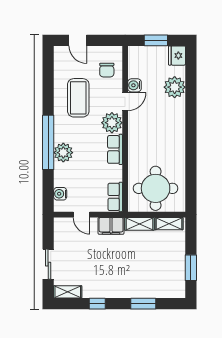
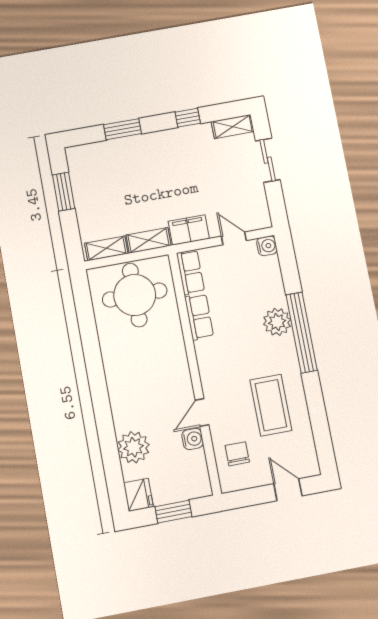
plant: (112, 123) -> (215, 378), removed
row of seats: (115, 149) -> (199, 317), moved
water cooler: (60, 194) -> (267, 246), moved

